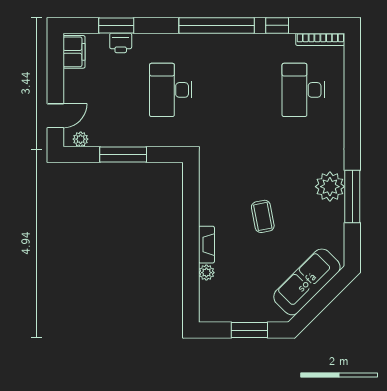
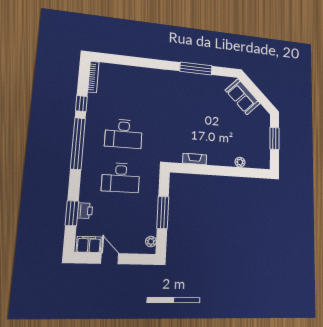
desk: (303, 90) -> (124, 134), moved
door: (55, 116) -> (110, 258), moved
plant: (330, 187) -> (189, 81), removed
coffee table: (263, 216) -> (206, 124), removed
fireplace: (206, 245) -> (195, 159), moved
sofa: (307, 282) -> (243, 97), width x0.73

